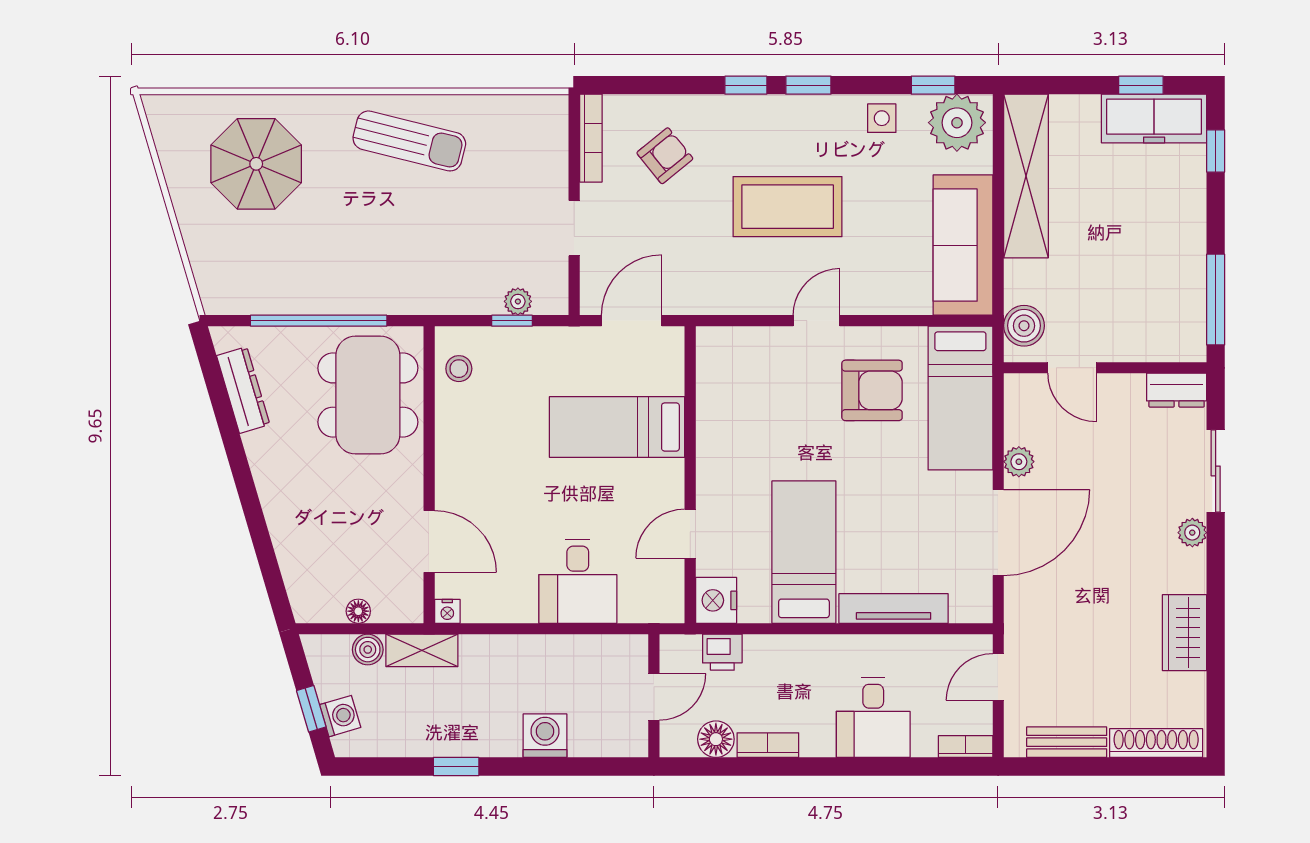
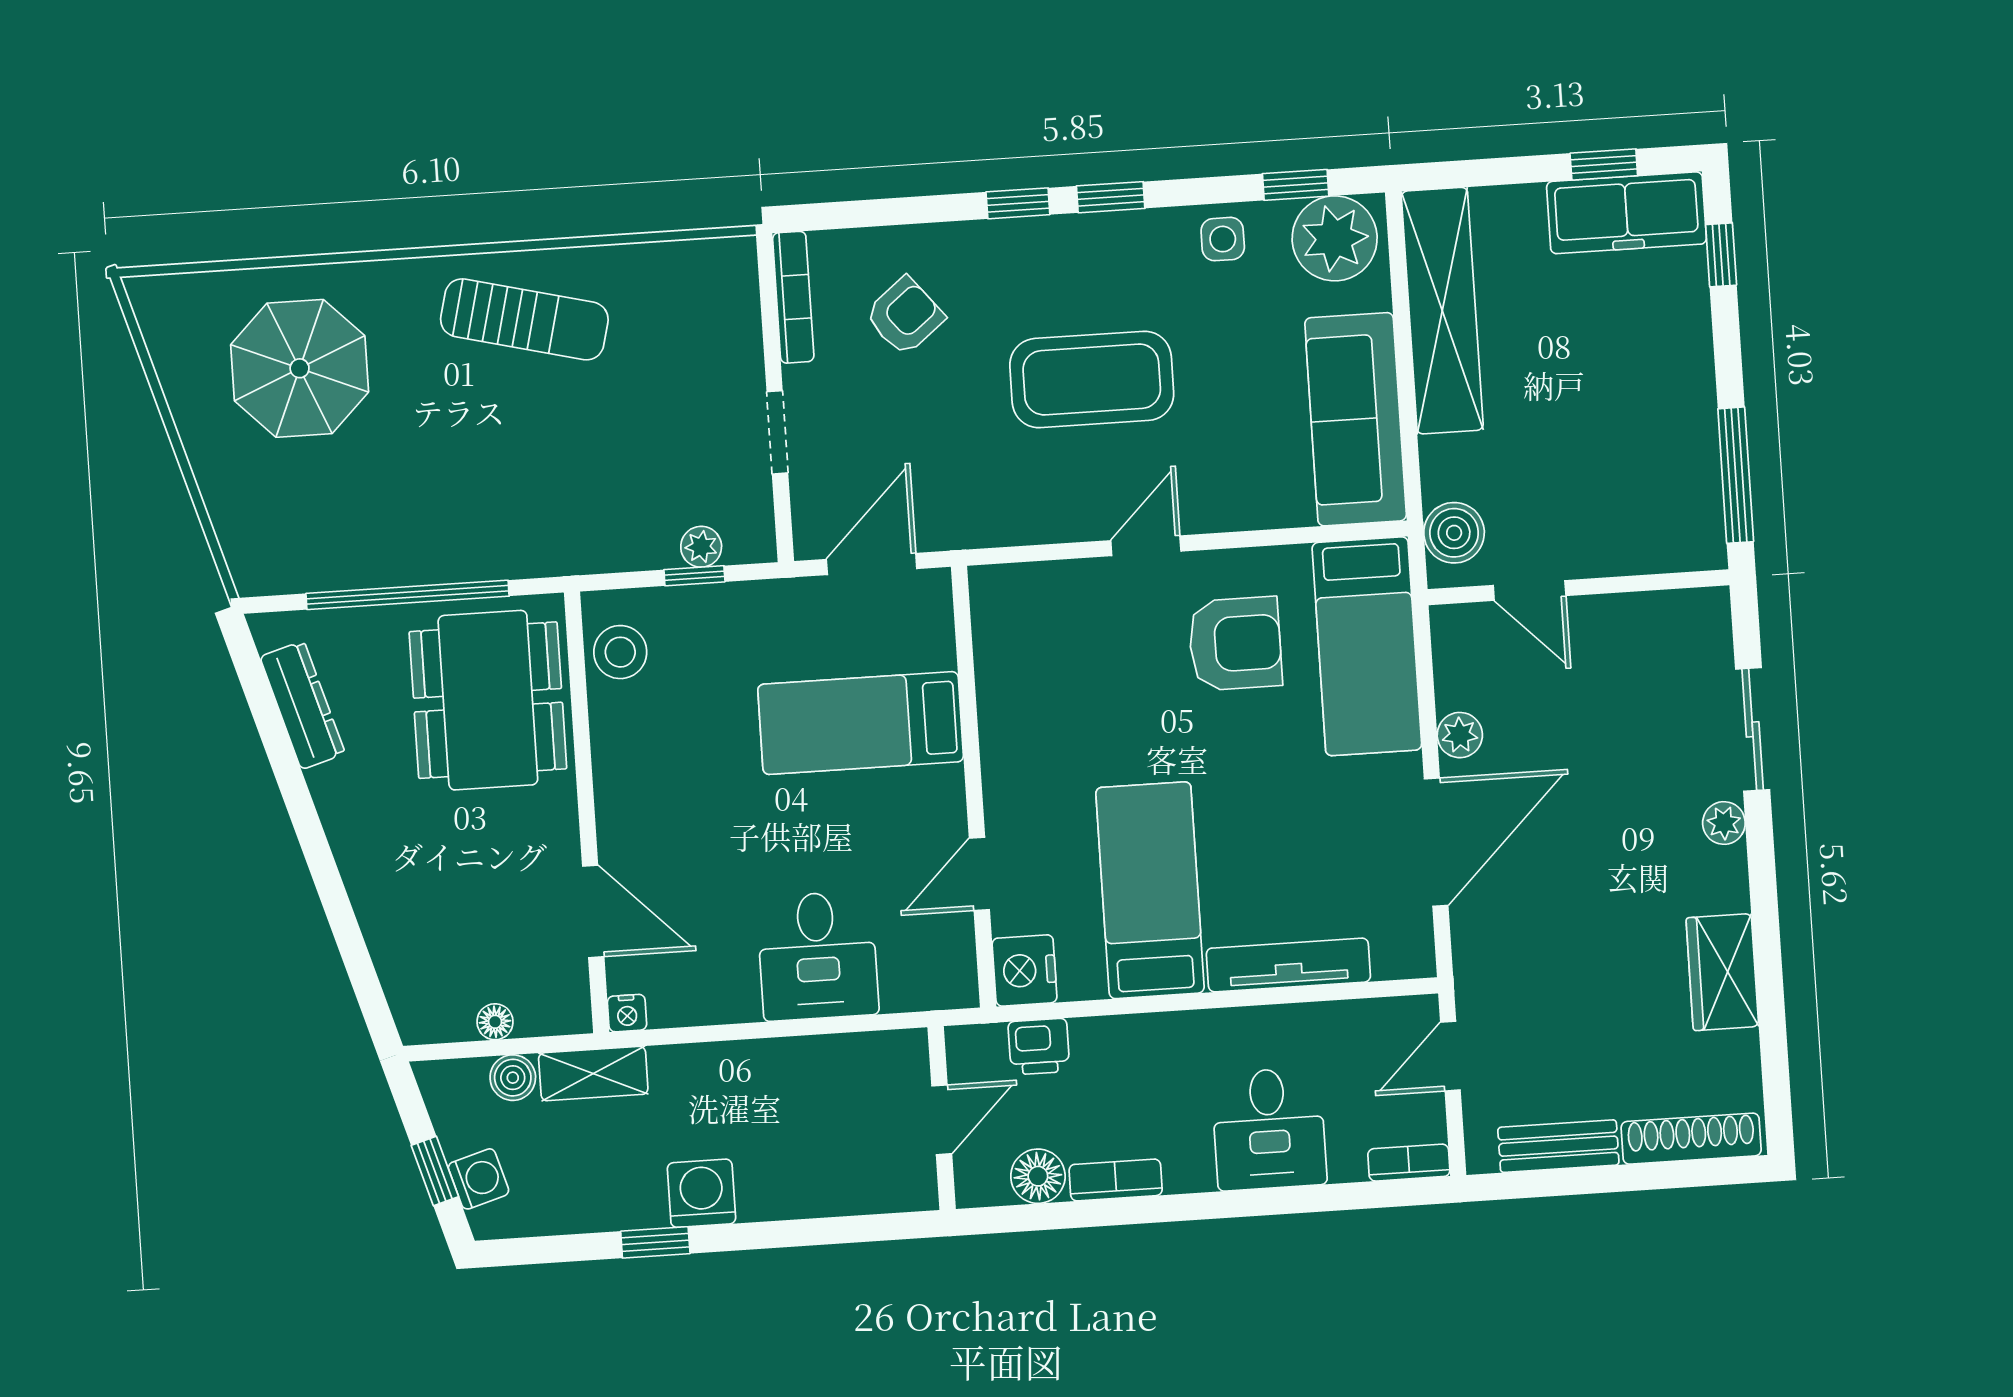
stool: (459, 369) -> (620, 652), width x1.37, depth x1.37
dresser: (1177, 390) -> (1687, 613), removed
washing machine: (545, 736) -> (701, 1193), moved

